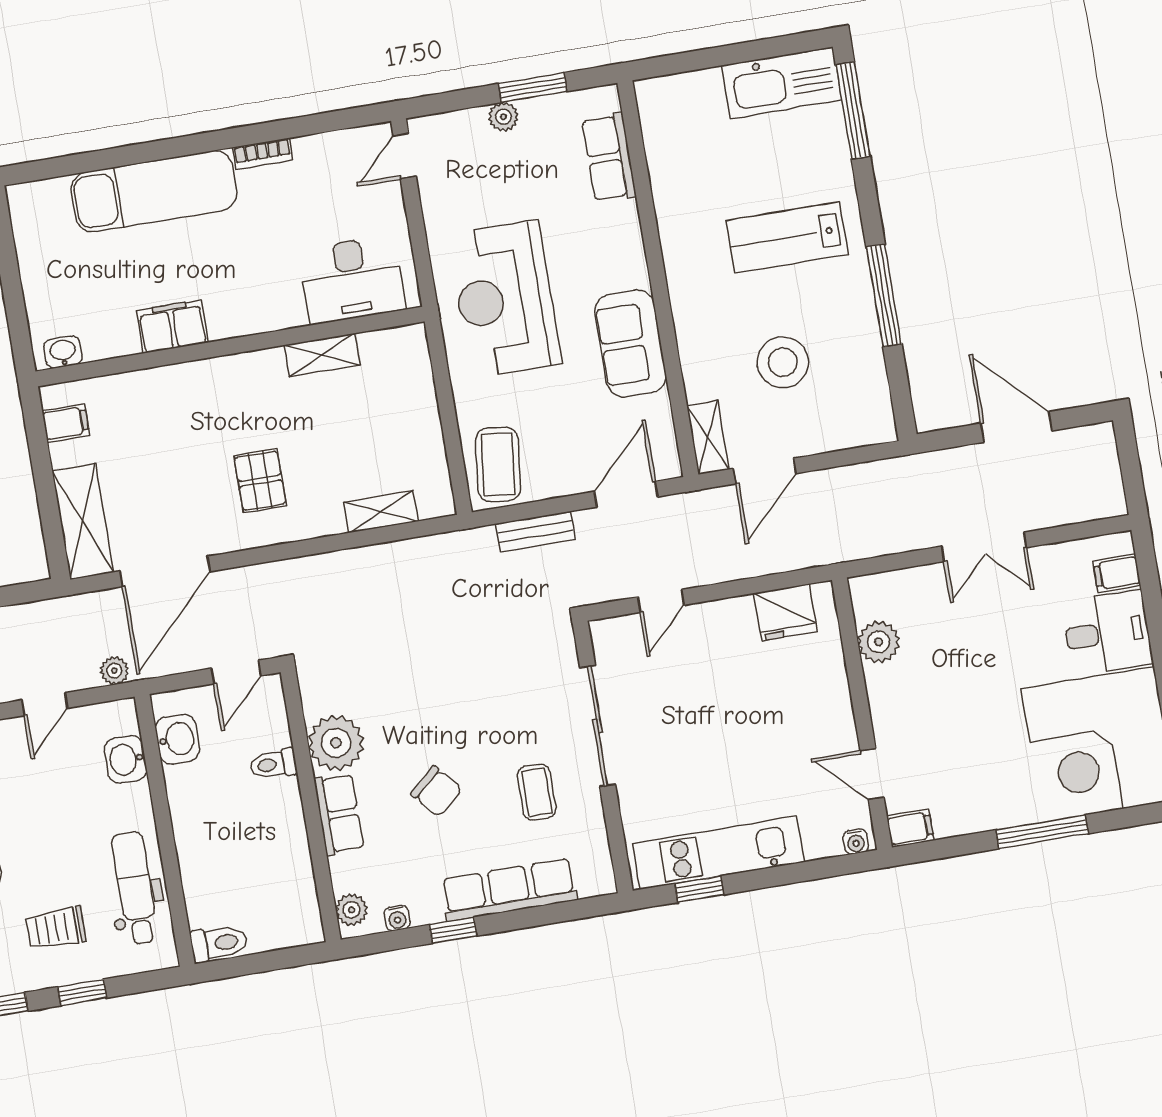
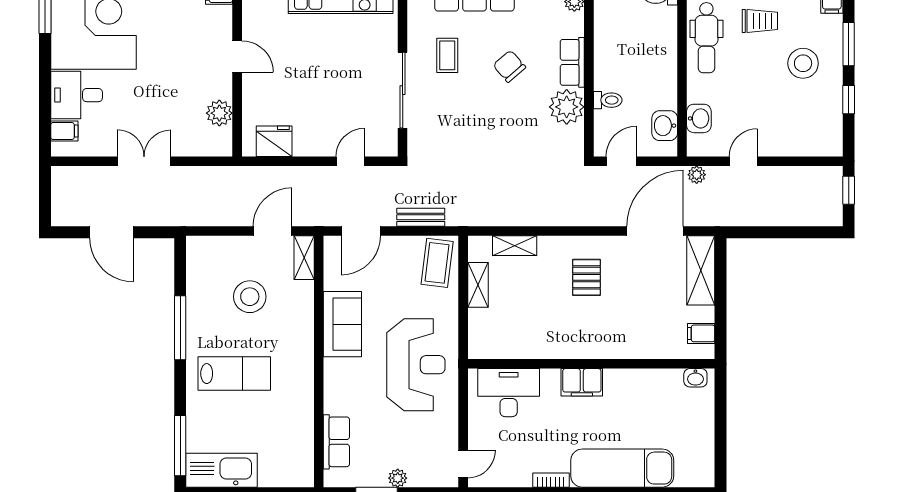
filing cabinet: (172, 326) -> (582, 382), moved
shelving: (322, 355) -> (478, 285), moved, turned 90
door: (872, 774) -> (237, 56), moved

